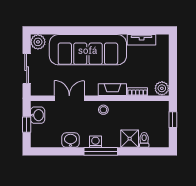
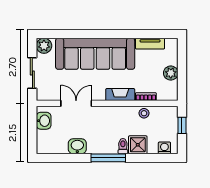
plant: (162, 88) -> (171, 73), moved
stool: (103, 110) -> (144, 113), moved
window: (27, 125) -> (32, 130), removed
toilet: (144, 140) -> (123, 146), moved
washing machine: (95, 142) -> (164, 148), moved

